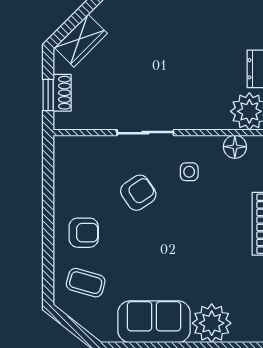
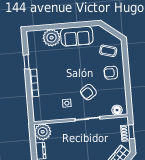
floor lamp: (235, 147) -> (117, 110), moved

